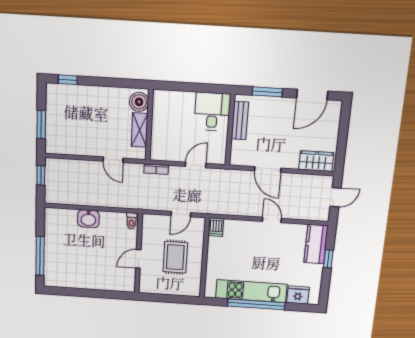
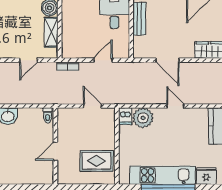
door: (113, 160) -> (29, 60), hinge flipped
door: (181, 214) -> (92, 106), swing flipped
plant: (235, 230) -> (143, 118), added
rug: (175, 257) -> (96, 161), moved, turned 90

